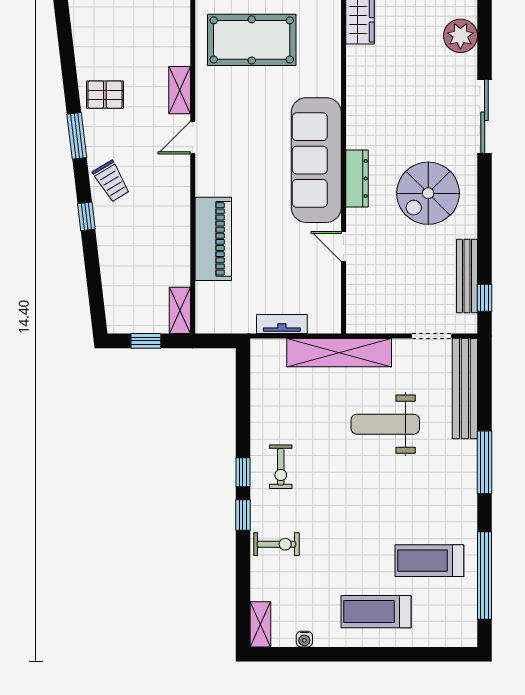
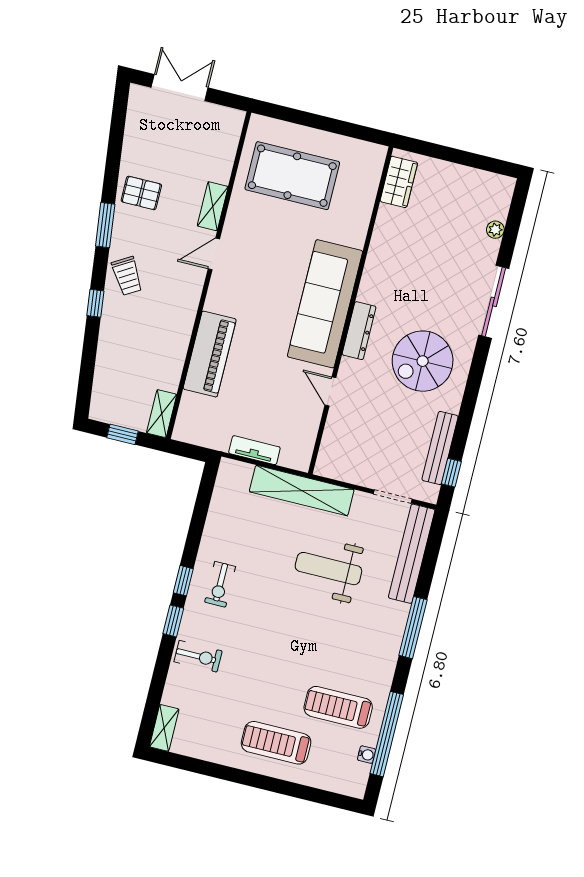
plant: (460, 36) -> (495, 230), width x0.53, depth x0.53
water cooler: (304, 639) -> (367, 755), moved, turned -90

